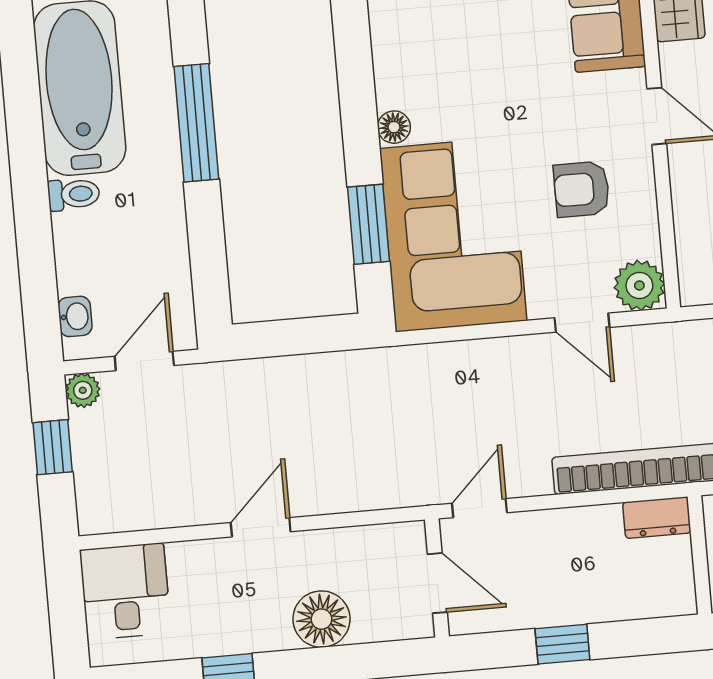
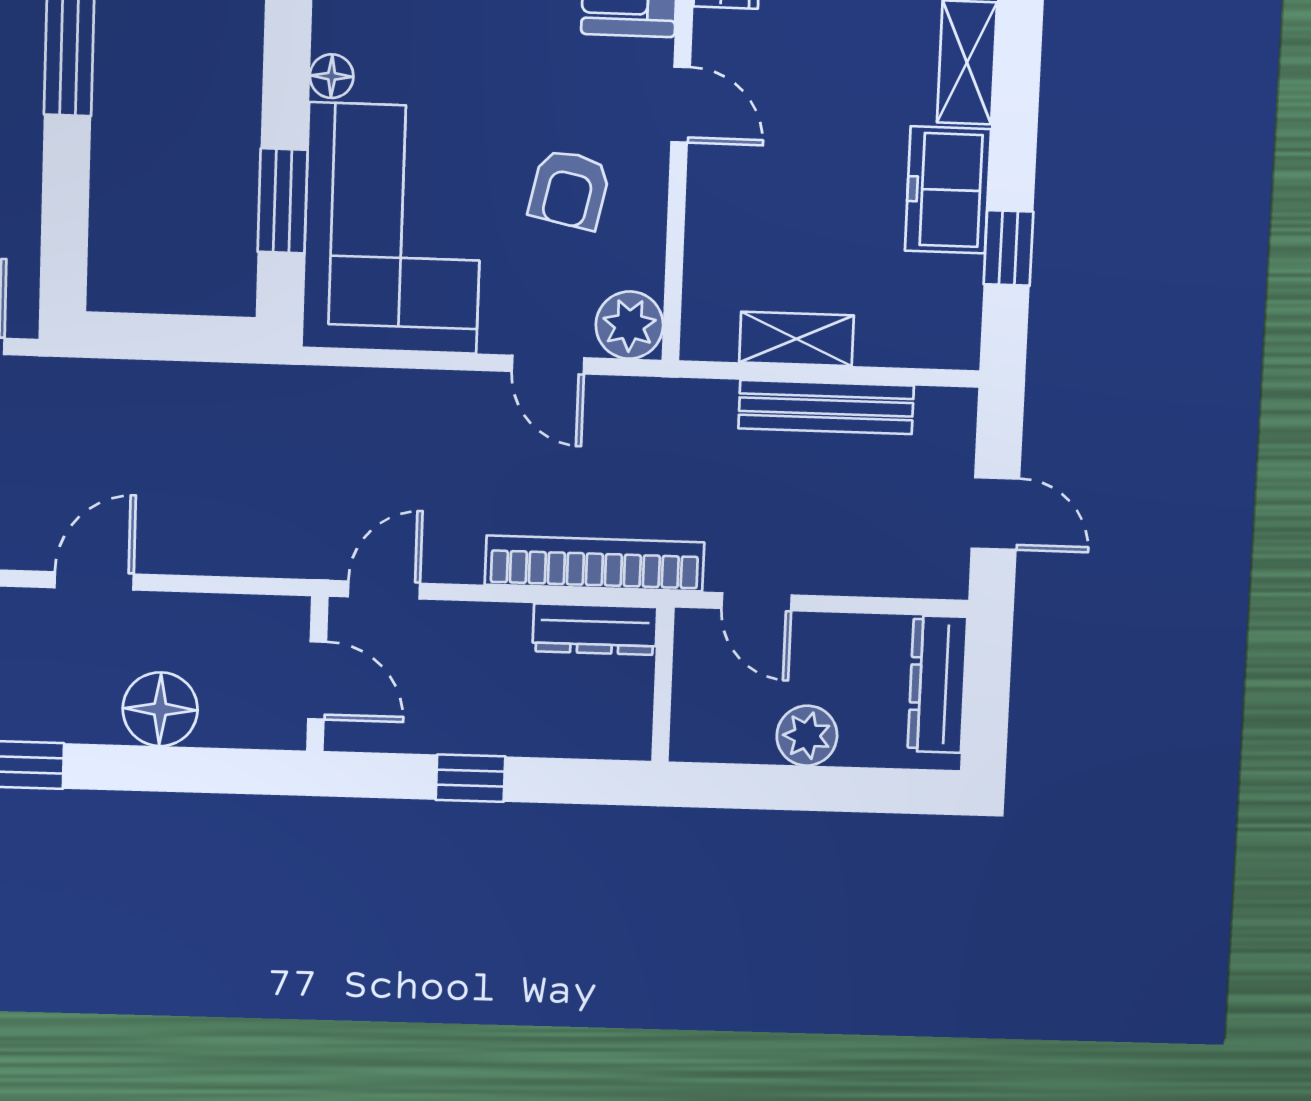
armchair: (582, 189) -> (570, 189), turned -78
dresser: (657, 518) -> (595, 629), width x1.44

